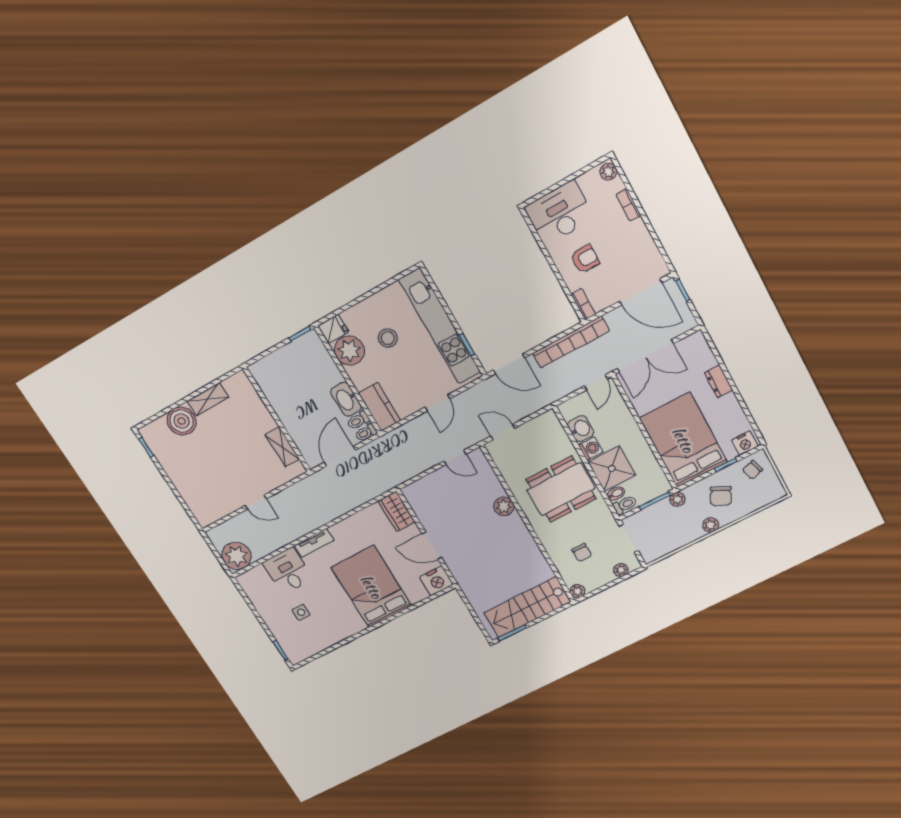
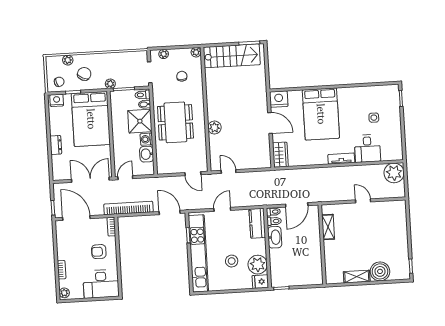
dining table: (561, 489) -> (175, 122), turned 90
plant: (711, 525) -> (68, 60), moved

